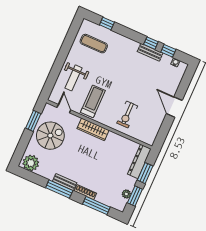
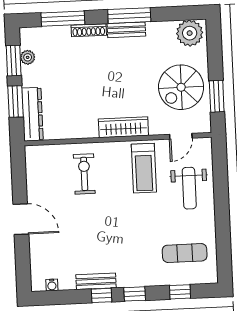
window: (168, 51) -> (135, 294), moved
weight bench: (73, 78) -> (189, 188), turned 180
door: (64, 109) -> (181, 136), hinge flipped

